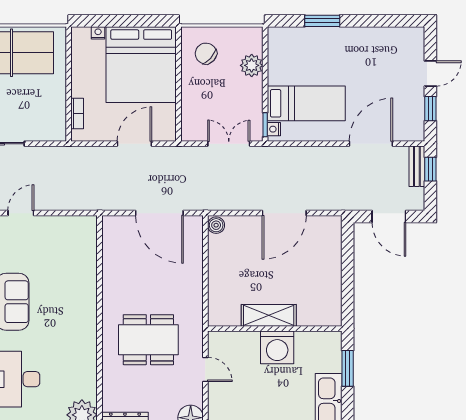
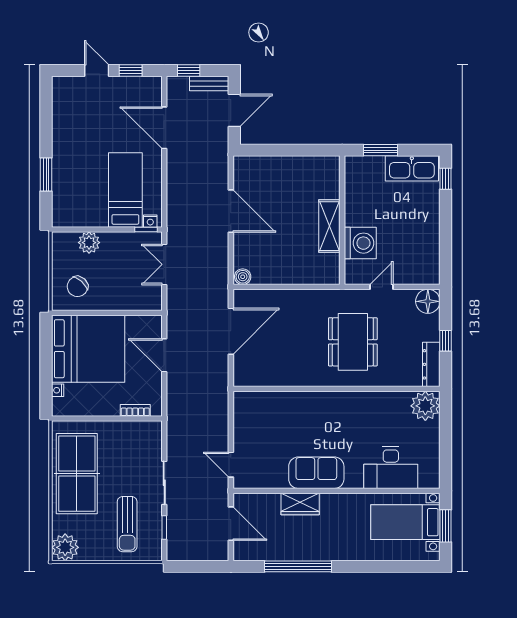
bench: (417, 166) -> (209, 84), moved
washing machine: (277, 347) -> (360, 243), moved

